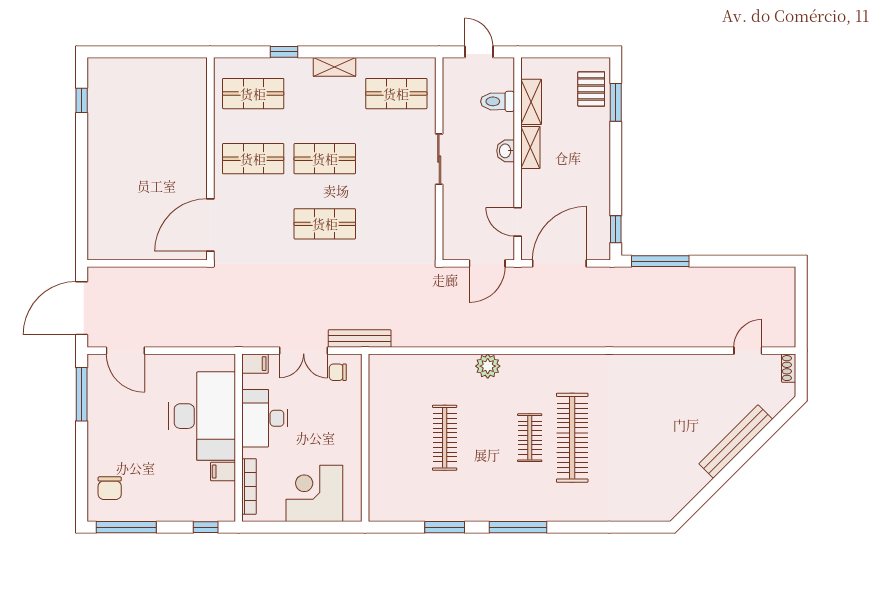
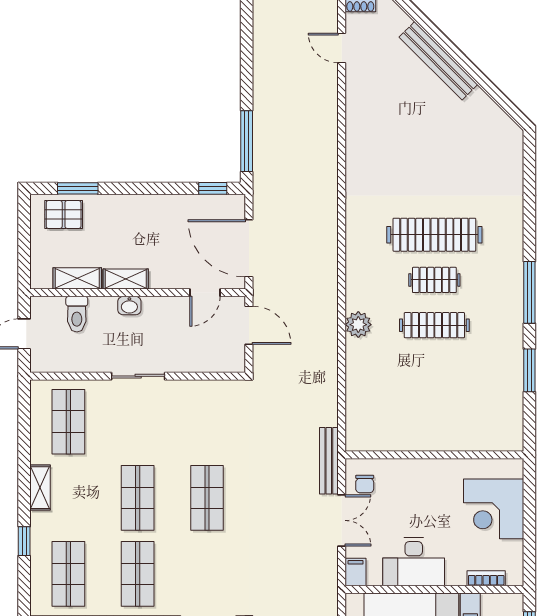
clothes rail: (445, 438) -> (434, 325), moved
bookcase: (249, 486) -> (486, 578), width x0.64

